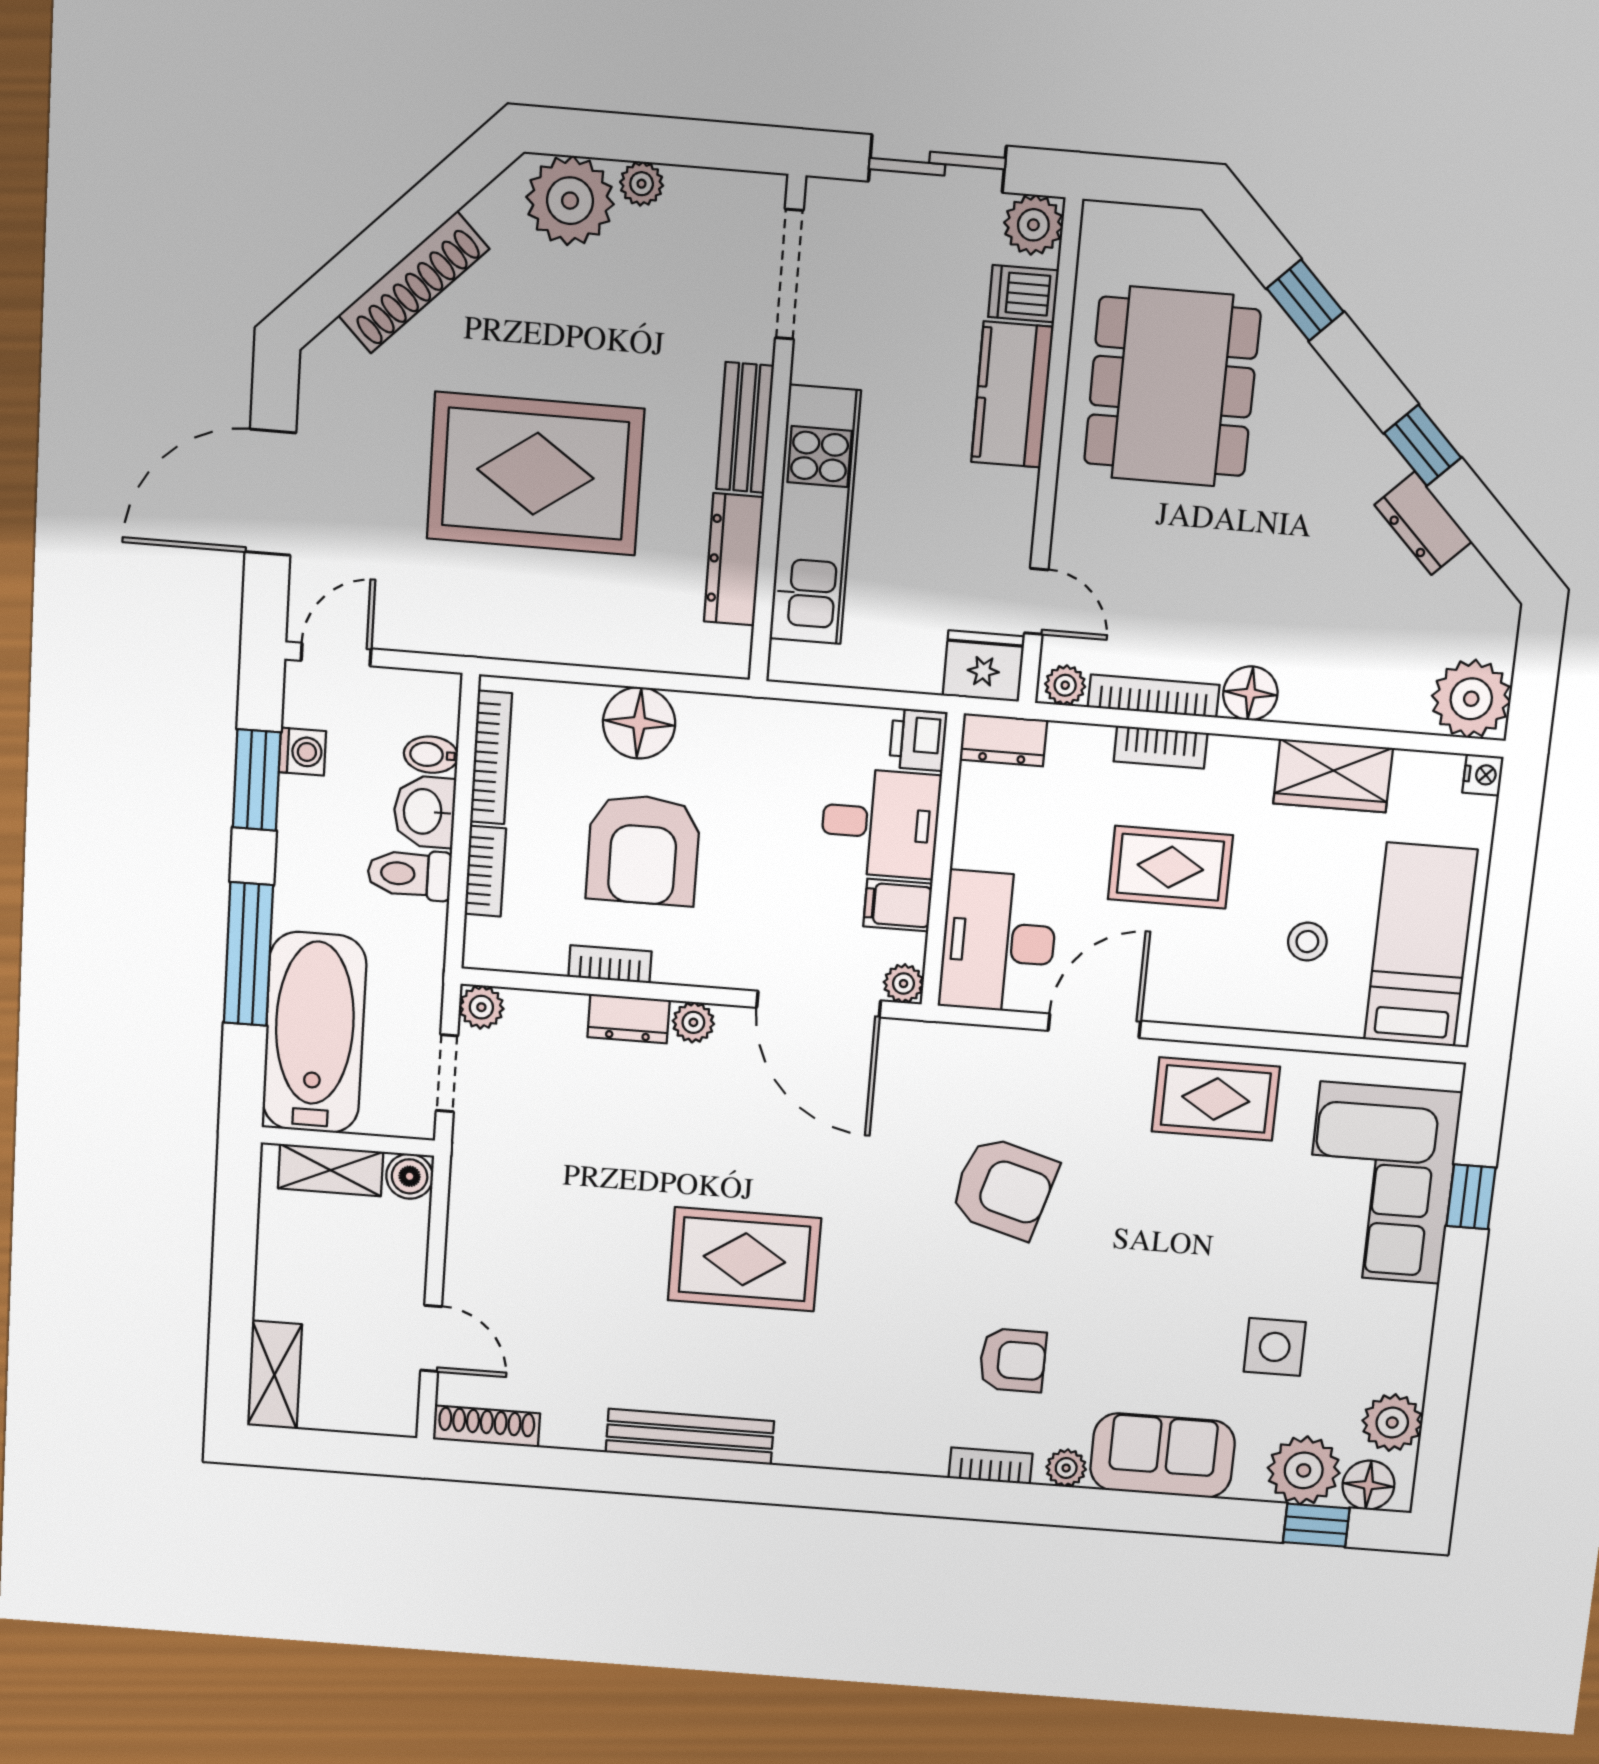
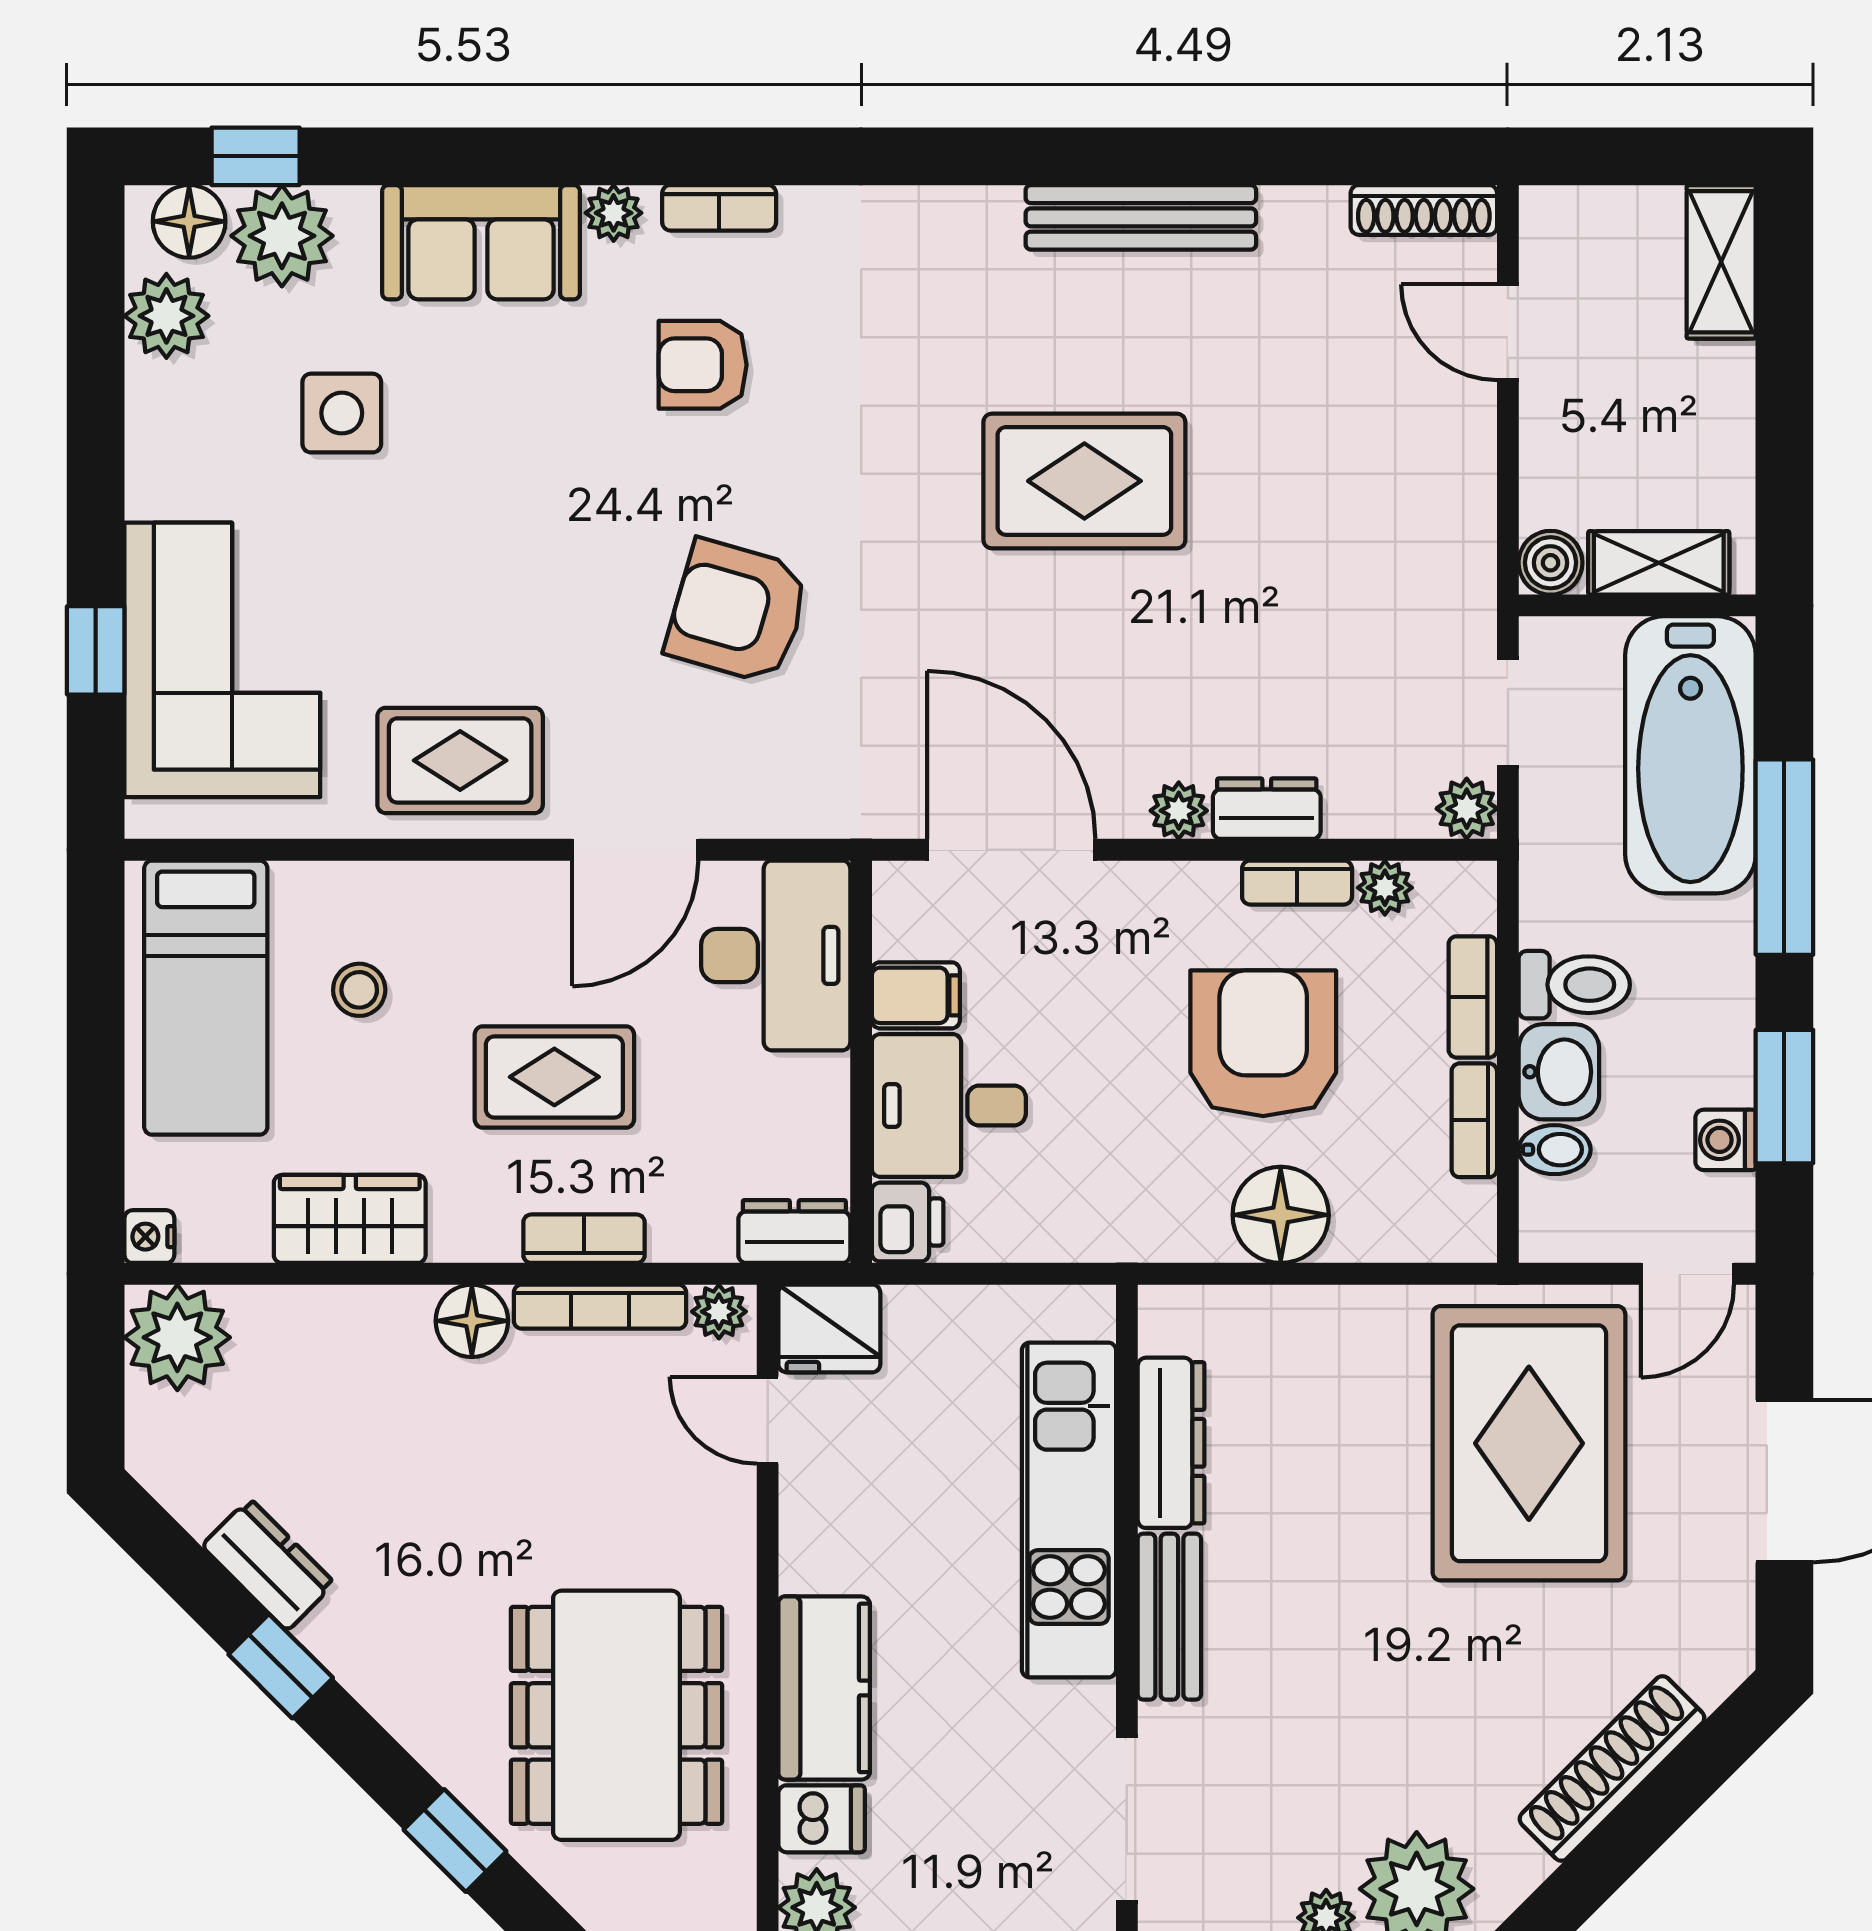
rug: (535, 474) -> (1529, 1443), moved, turned 90
bookcase: (491, 758) -> (1474, 1120), width x0.64
plant: (904, 984) -> (1385, 888), moved

